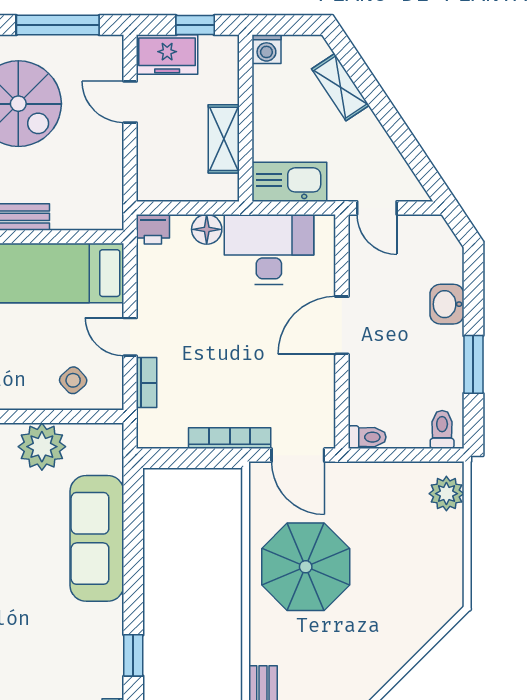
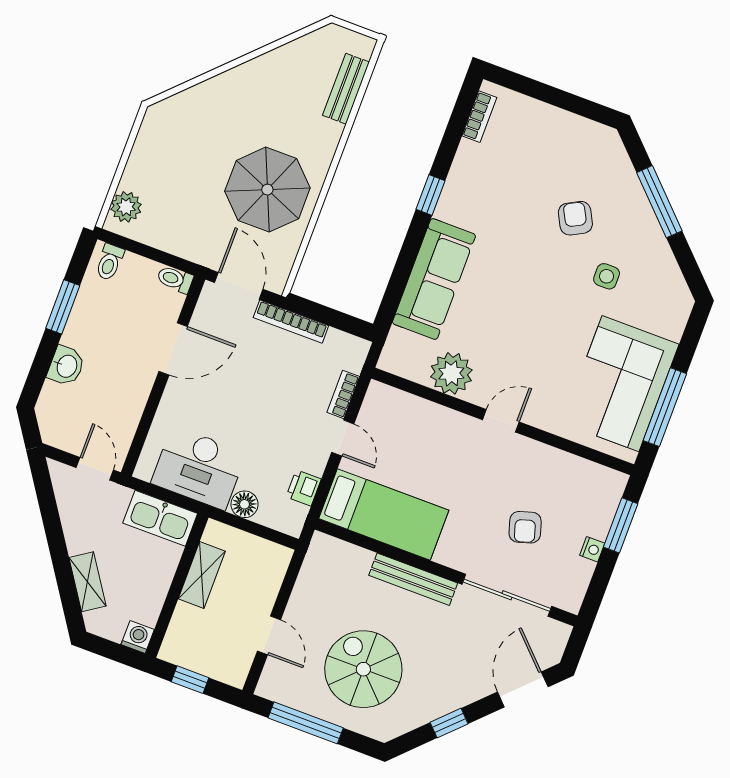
freezer: (167, 54) -> (223, 664), removed
printer: (153, 229) -> (304, 488), moved, turned -90
door: (342, 325) -> (173, 349), moved
side table: (73, 380) -> (404, 419), removed
window: (133, 655) -> (431, 195), moved

